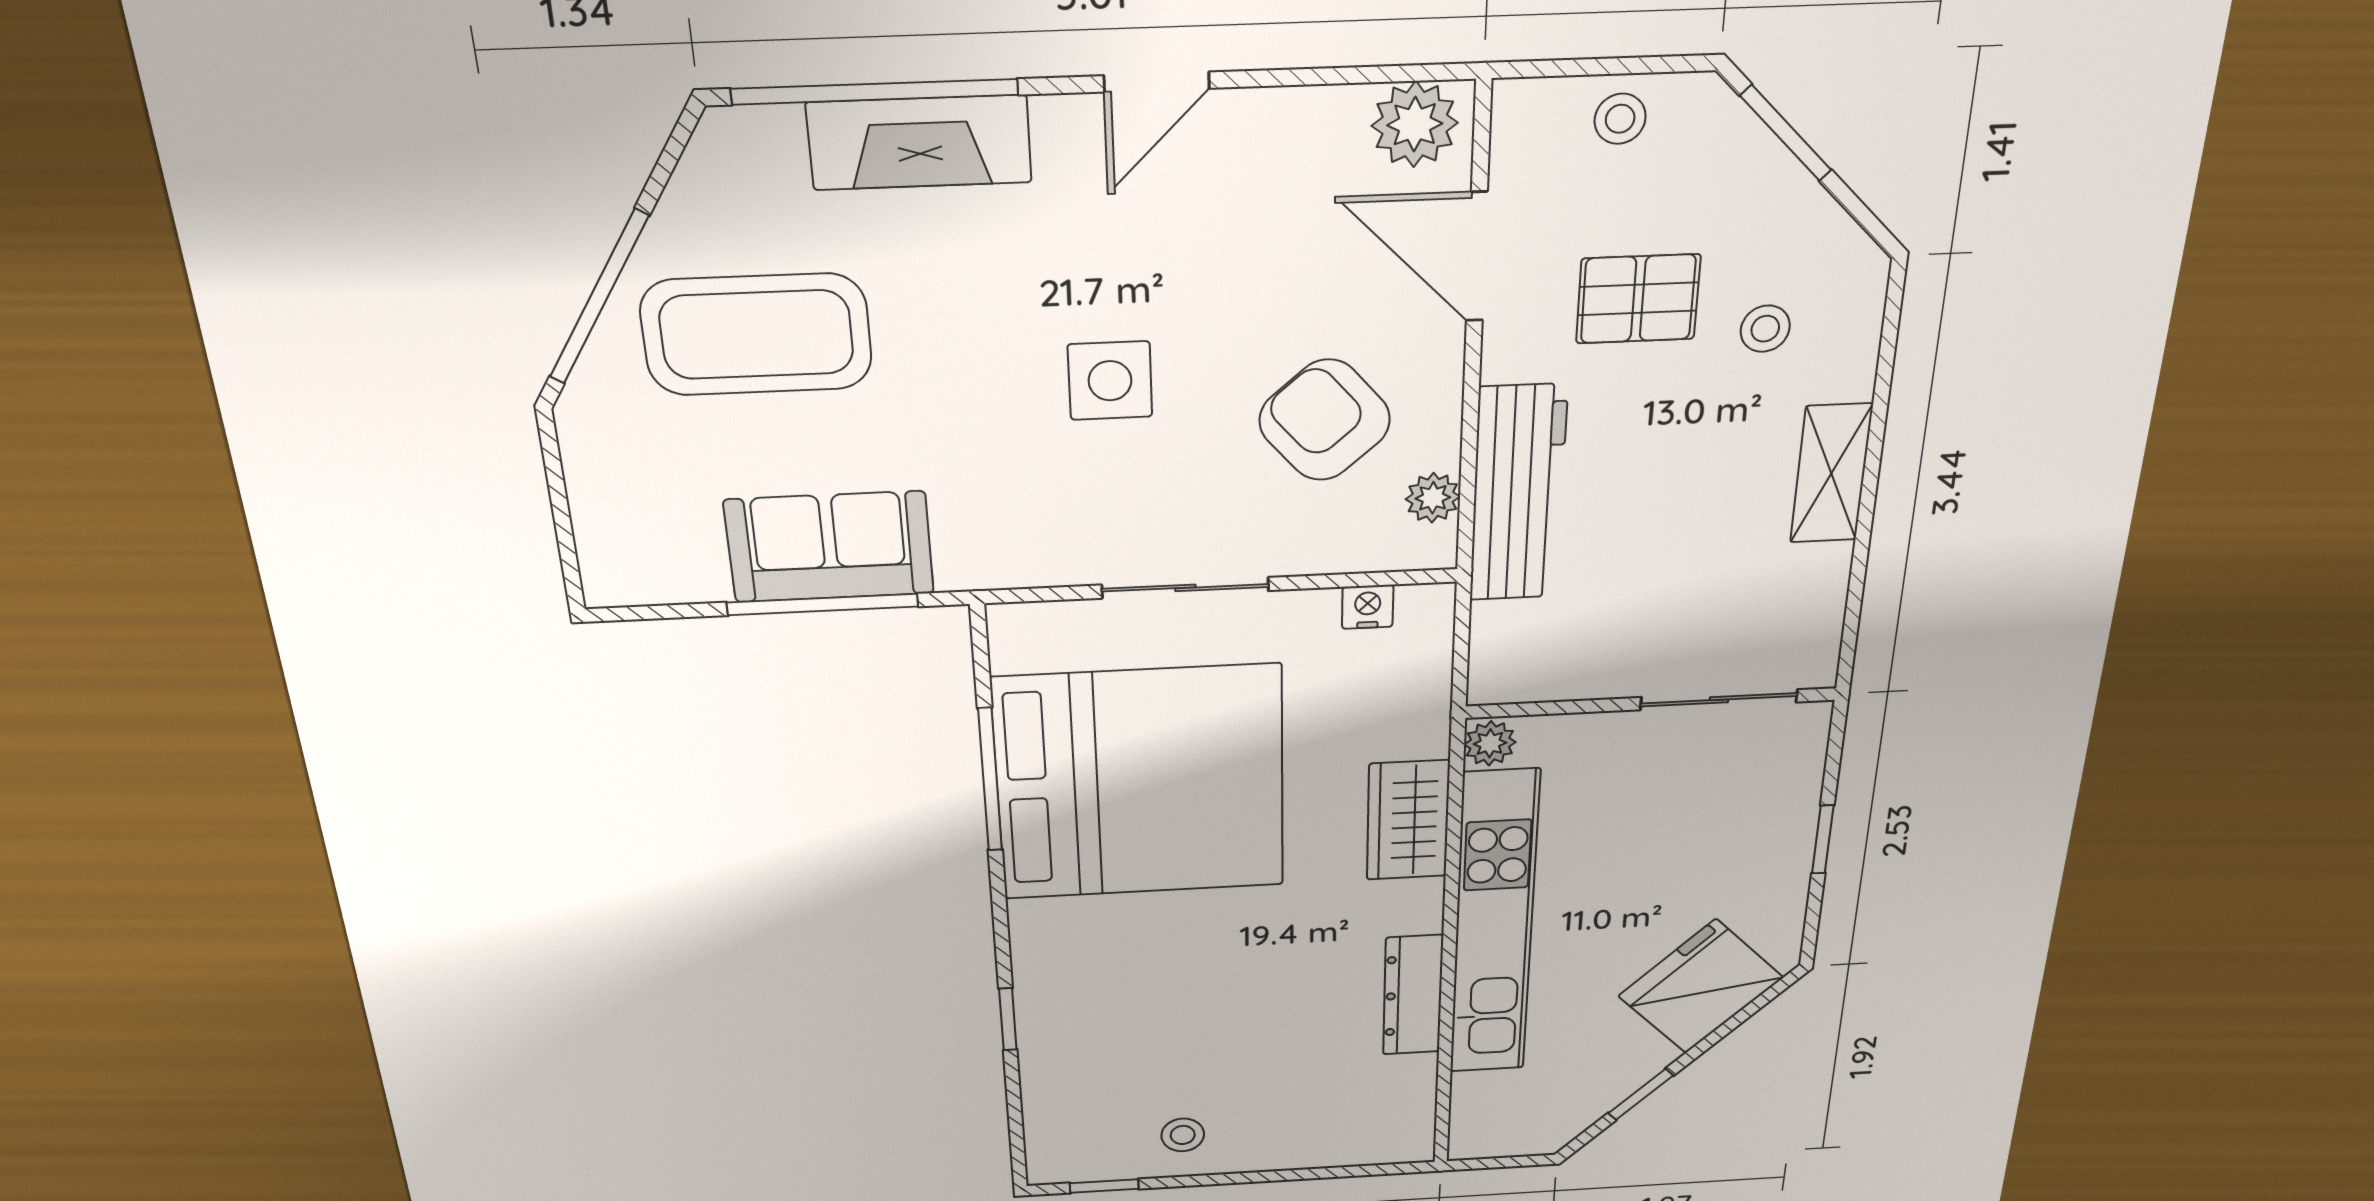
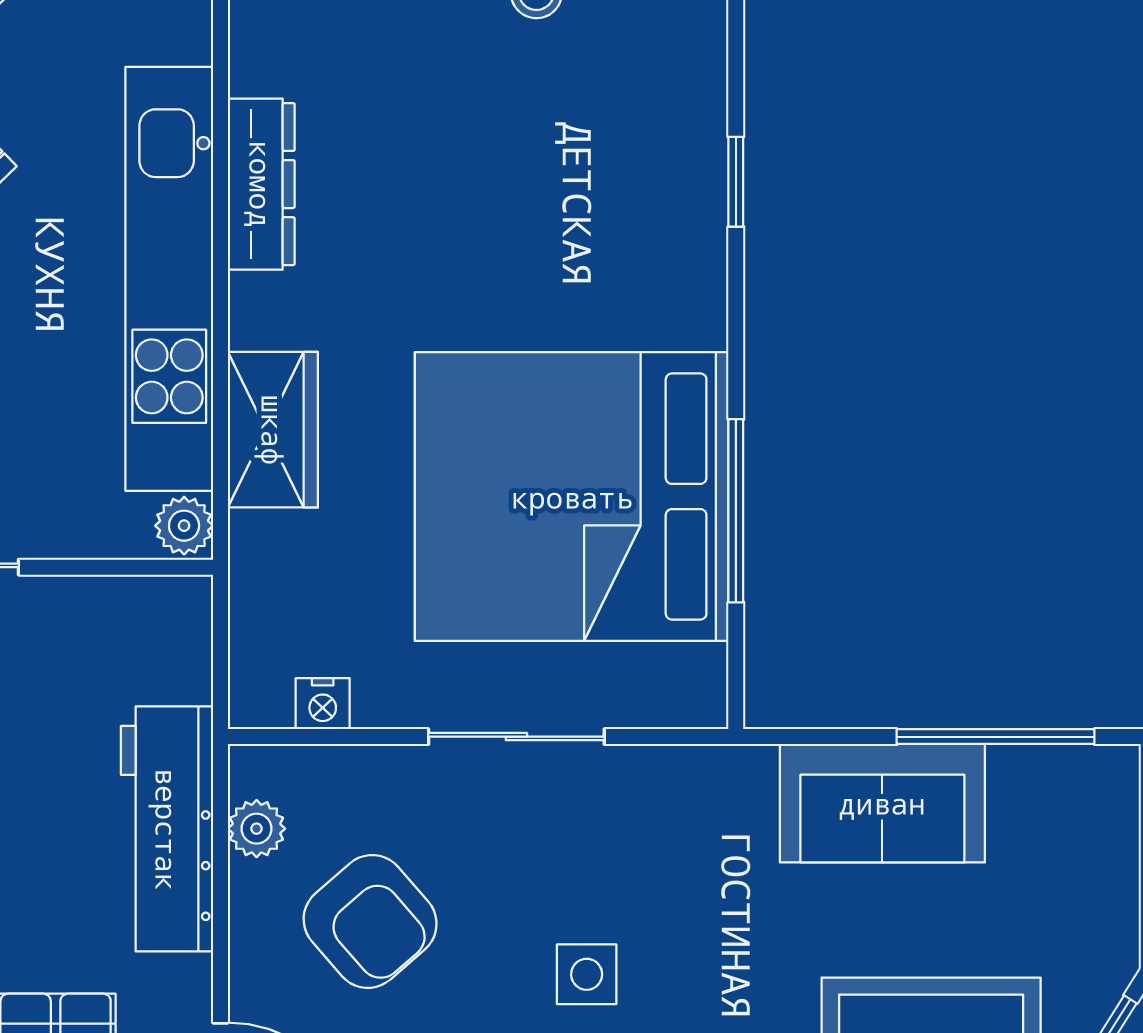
side table: (1110, 381) -> (587, 974), width x0.73, depth x0.73
window: (823, 605) -> (996, 737), moved

